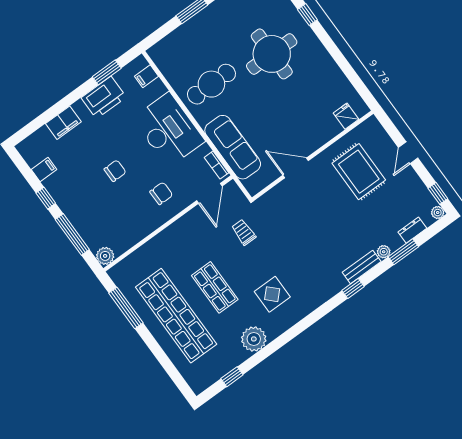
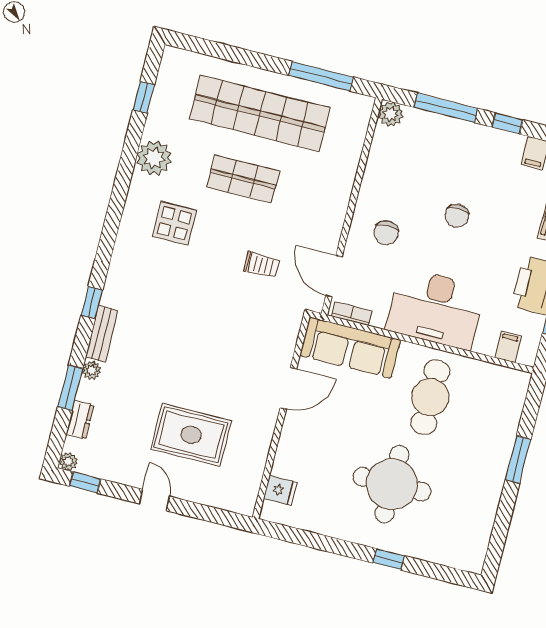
fridge: (346, 116) -> (280, 490), moved
wall: (313, 156) -> (281, 417), moved
door: (296, 168) -> (288, 388), moved

